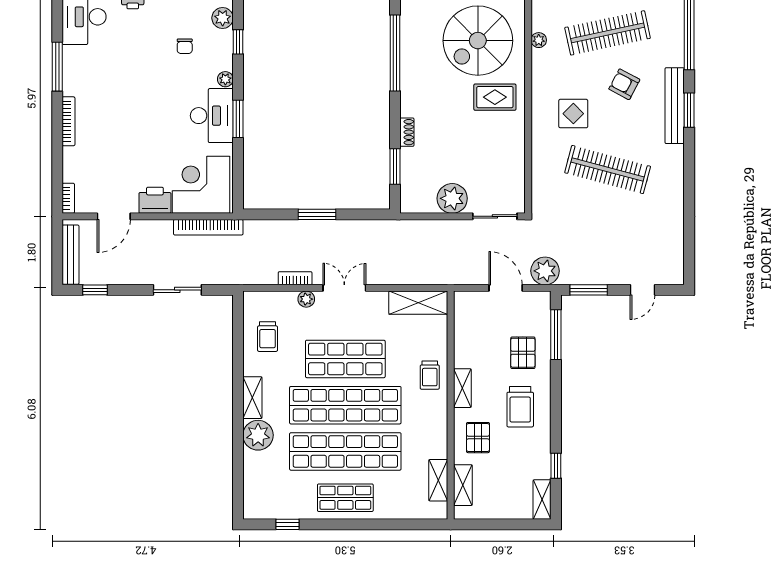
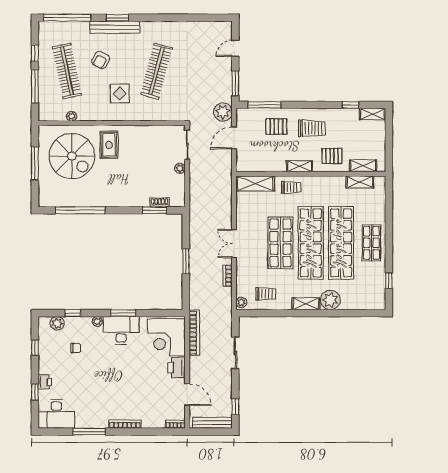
shoe rack: (407, 132) -> (160, 202), moved
plant: (452, 198) -> (180, 168), width x0.53, depth x0.53
door: (642, 290) -> (235, 48), swing flipped
plant: (306, 299) -> (241, 303), moved
shelving: (418, 303) -> (255, 184), moved, turned 90

